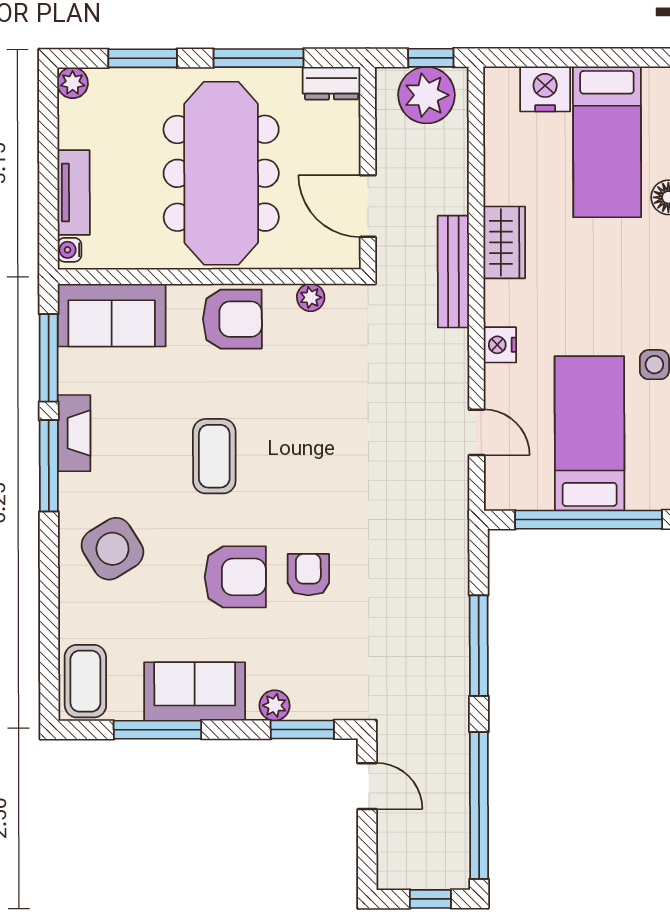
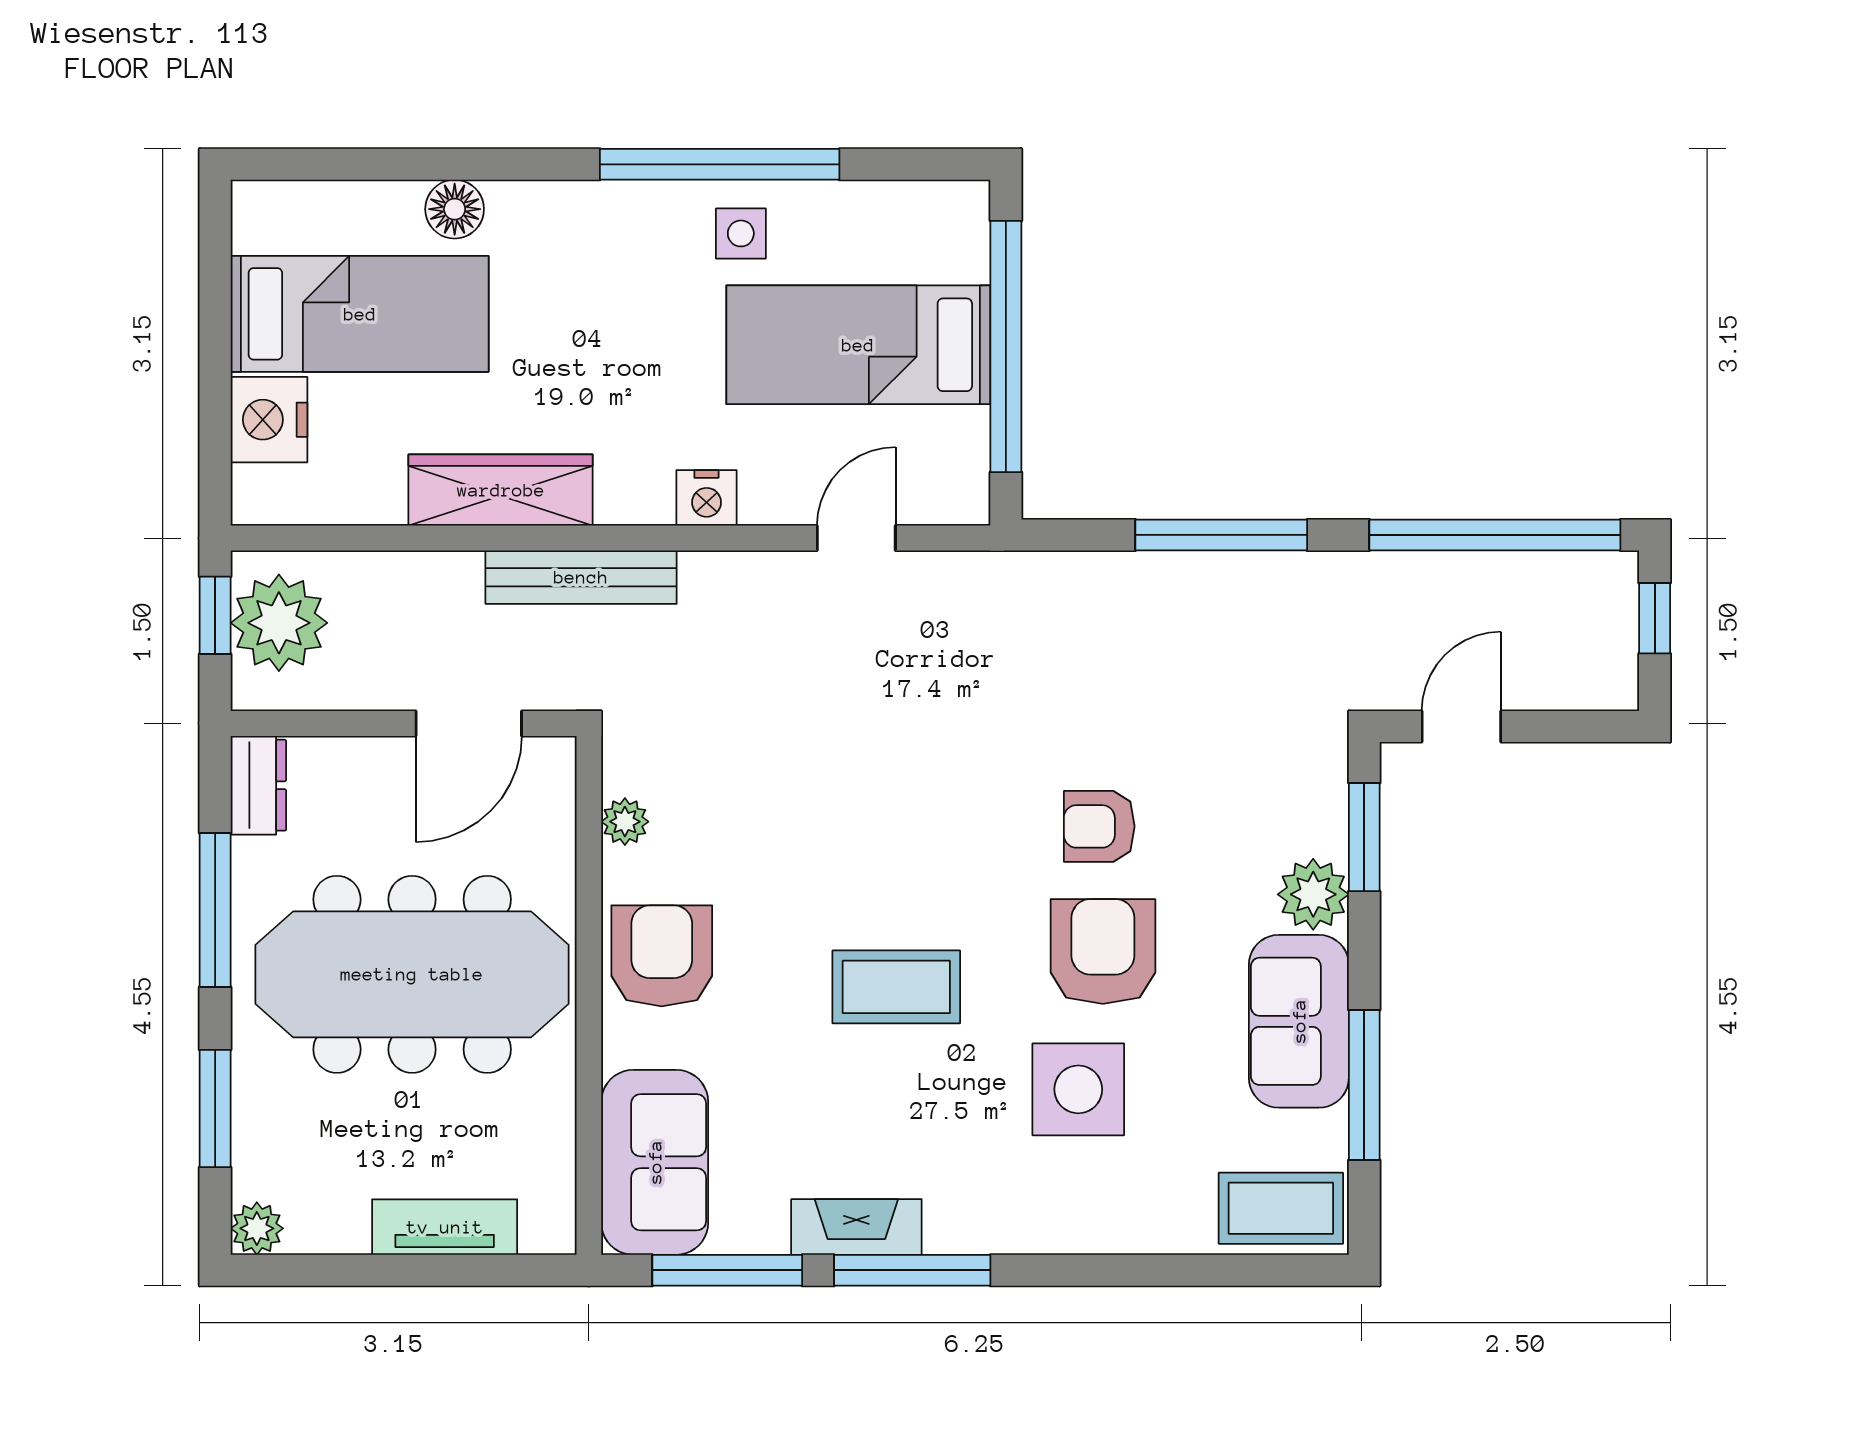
wardrobe: (504, 242) -> (501, 490), width x1.50
water cooler: (69, 250) -> (543, 1234), removed
side table: (112, 549) -> (1078, 1089), moved, turned 32
plant: (275, 705) -> (1313, 894), width x1.38, depth x1.38

